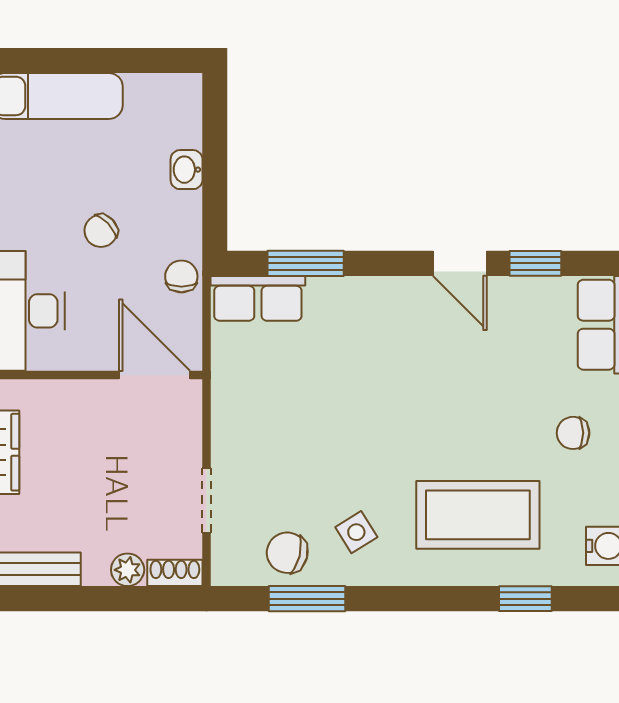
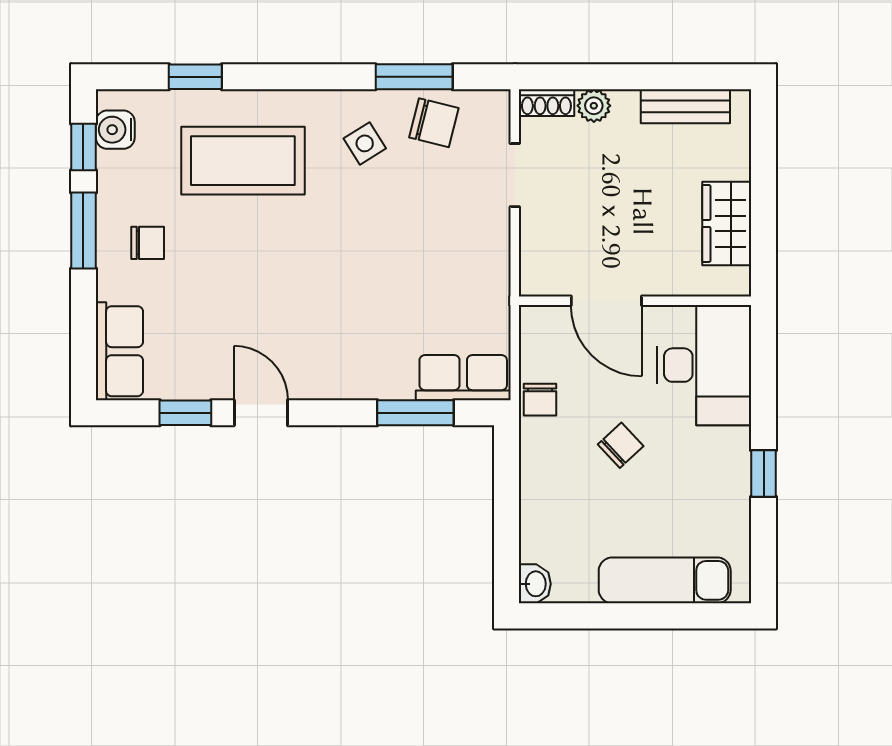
washbasin: (187, 170) -> (535, 584), moved
door: (155, 375) -> (606, 301), moved

